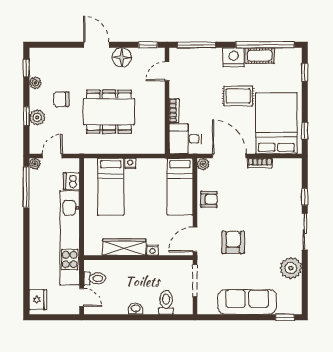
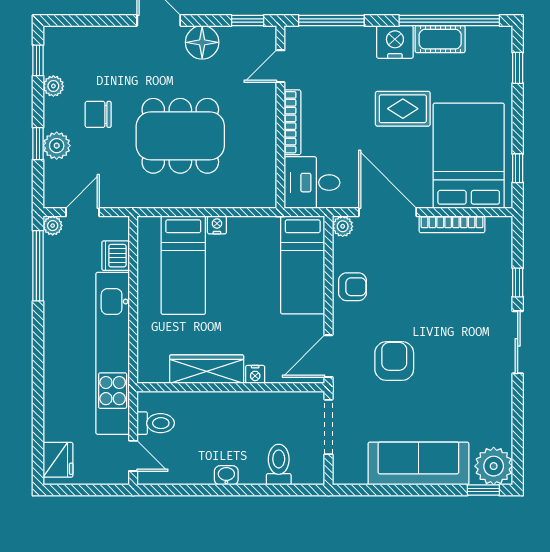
bookcase: (174, 111) -> (292, 122), width x1.56
bookcase: (260, 163) -> (452, 224), width x1.56
plant: (291, 268) -> (494, 466), moved

